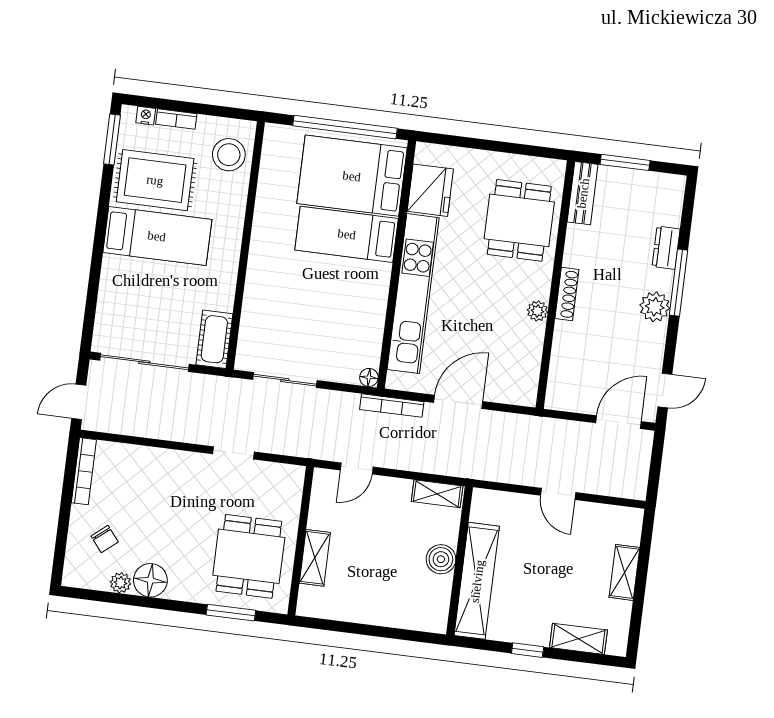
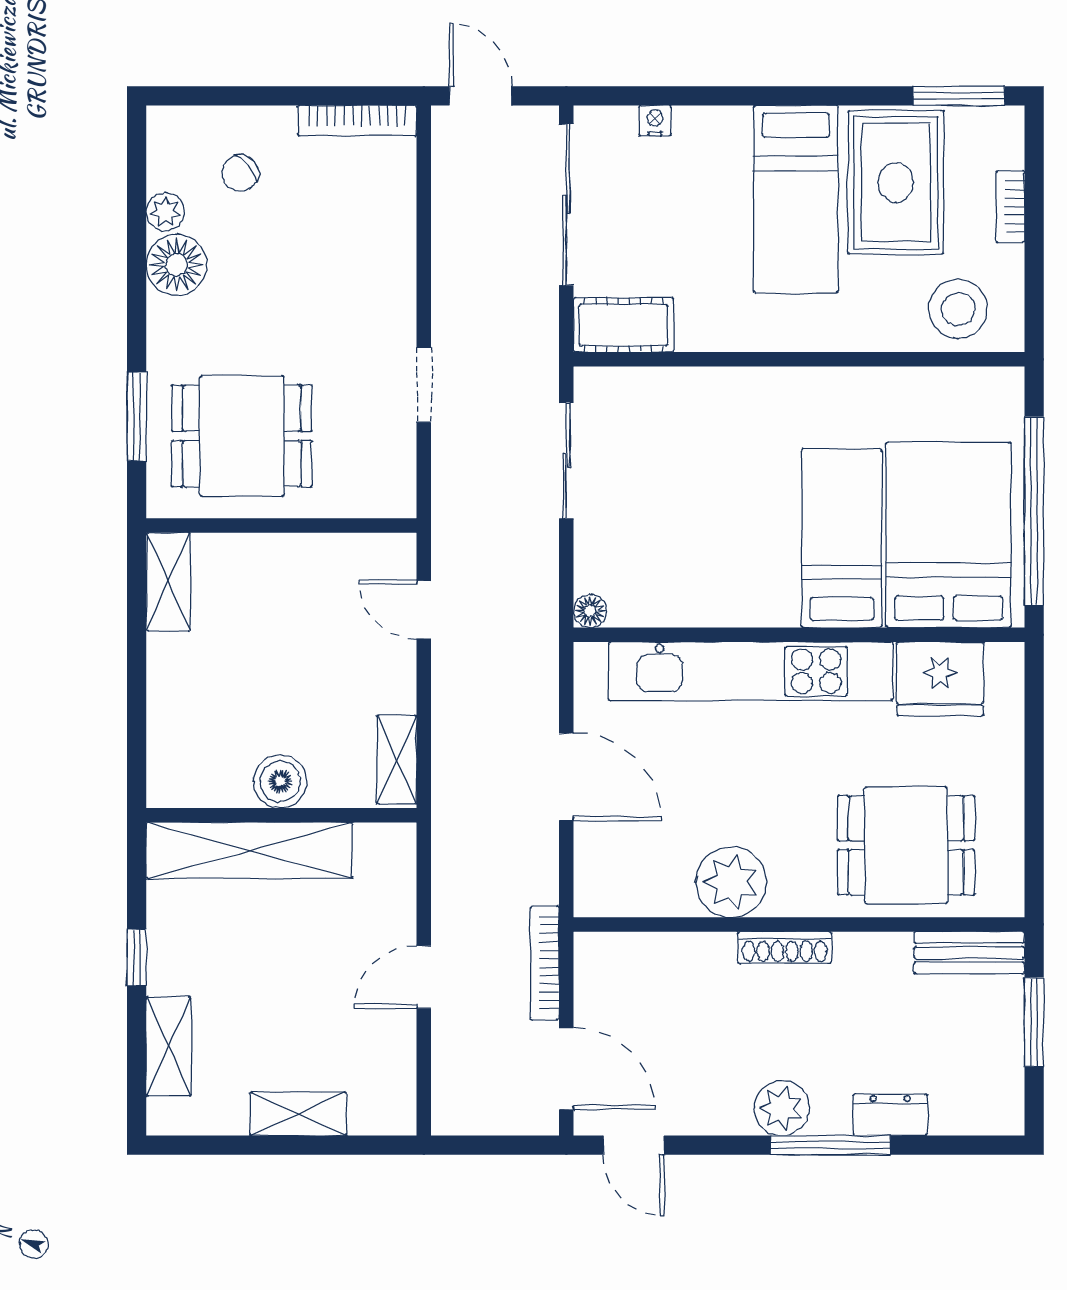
nightstand: (146, 116) -> (655, 121), moved, turned -90
plant: (537, 311) -> (731, 882), width x1.88, depth x1.88
bookcase: (392, 406) -> (545, 963), moved
shelving: (315, 558) -> (168, 582), moved, turned 90

